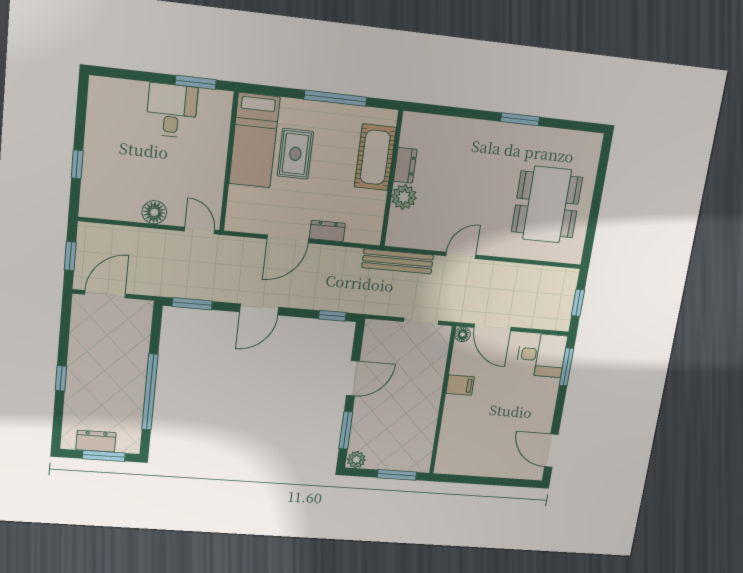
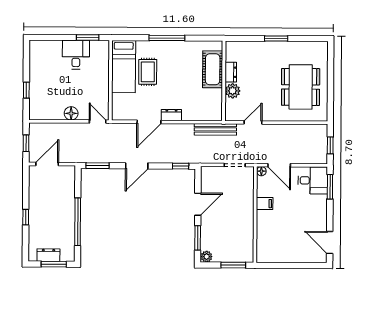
cot: (375, 157) -> (213, 69), moved
dresser: (405, 165) -> (231, 72), moved
wall: (391, 179) -> (224, 81), moved
plant: (404, 197) -> (233, 91), moved

